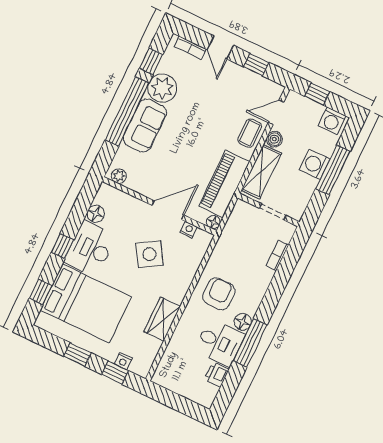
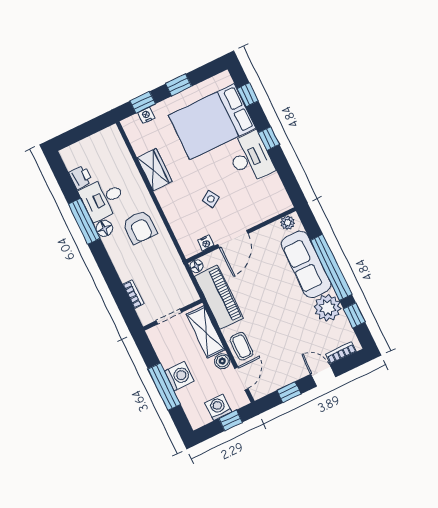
washing machine: (332, 121) -> (218, 407), moved
sofa: (145, 126) -> (306, 264), width x1.36
floor lamp: (96, 214) -> (273, 183), removed
side table: (149, 254) -> (211, 199), width x0.54, depth x0.54

